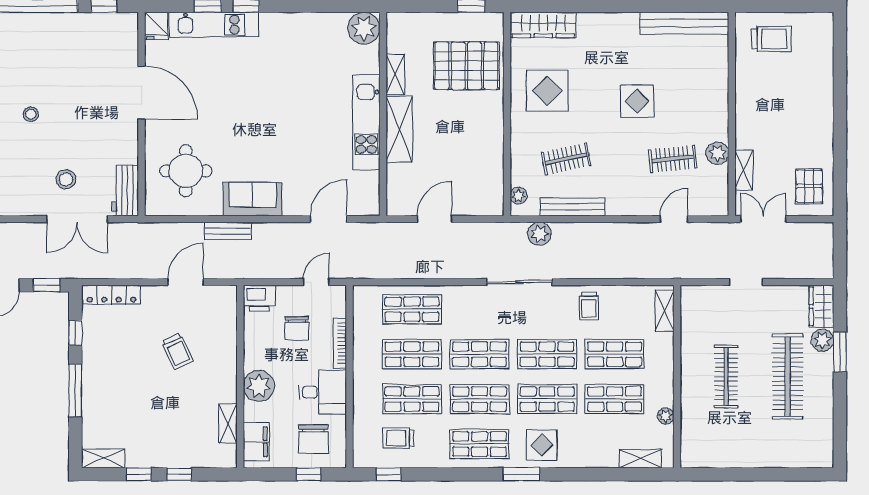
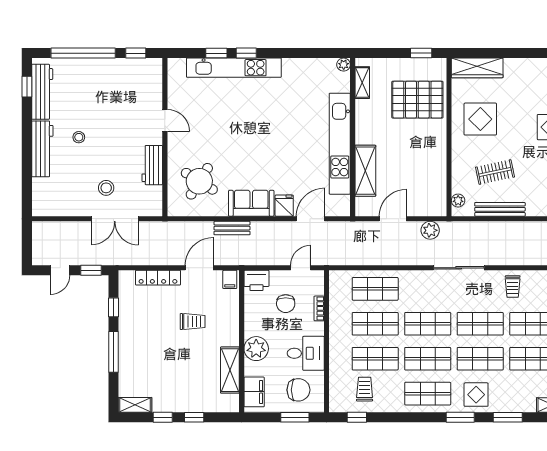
kitchen unit: (214, 25) -> (234, 68), width x1.36
fridge: (156, 26) -> (284, 206), moved, turned 180
plant: (364, 28) -> (344, 65), width x0.53, depth x0.53
shelving: (395, 74) -> (362, 83), moved
door: (141, 93) -> (165, 120), width x0.53
kitchen unit: (366, 123) -> (340, 144), width x1.36
shelving: (399, 129) -> (365, 171), moved
round table: (186, 171) -> (199, 181), turned 32
workbench: (125, 191) -> (152, 165), moved
plant: (539, 234) -> (430, 230), moved
locker: (111, 295) -> (158, 278), moved
filing cabinet: (225, 297) -> (230, 279), added
bookcase: (340, 343) -> (319, 308), width x0.64
trolley: (177, 351) -> (193, 322), turned -65
shelving: (228, 424) -> (230, 370), width x1.50, depth x1.33
trolley: (398, 438) -> (365, 389), turned 90
chair: (313, 439) -> (298, 390), turned -90
window: (309, 474) -> (295, 417), width x1.50
window: (583, 474) -> (508, 417), added

